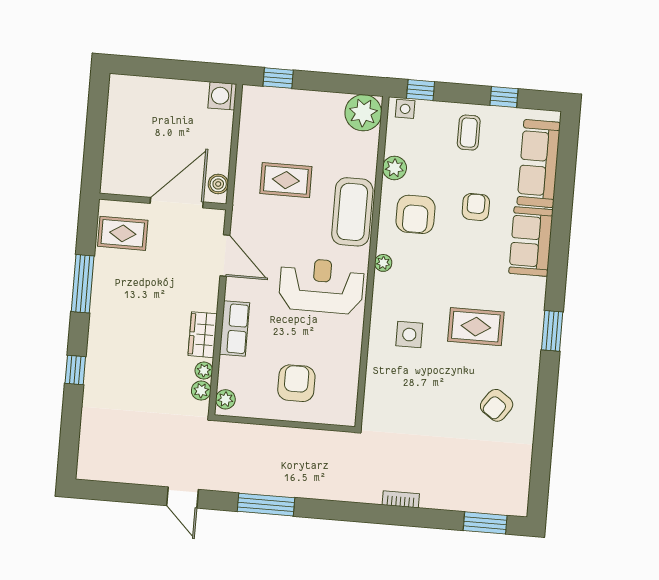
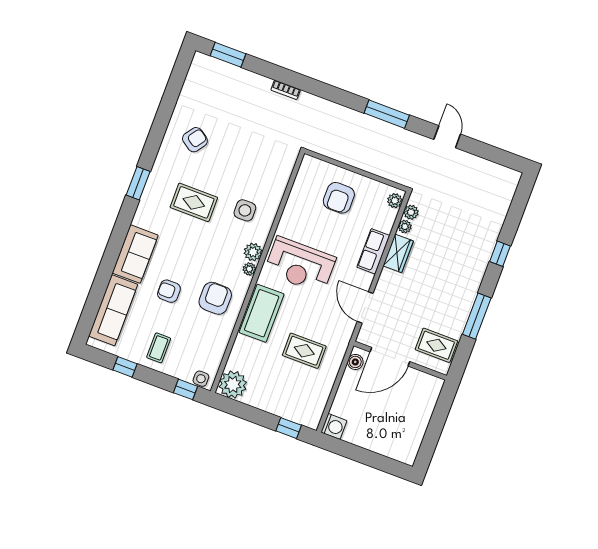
plant: (394, 168) -> (253, 252), moved
armchair: (476, 207) -> (169, 291), turned 90

